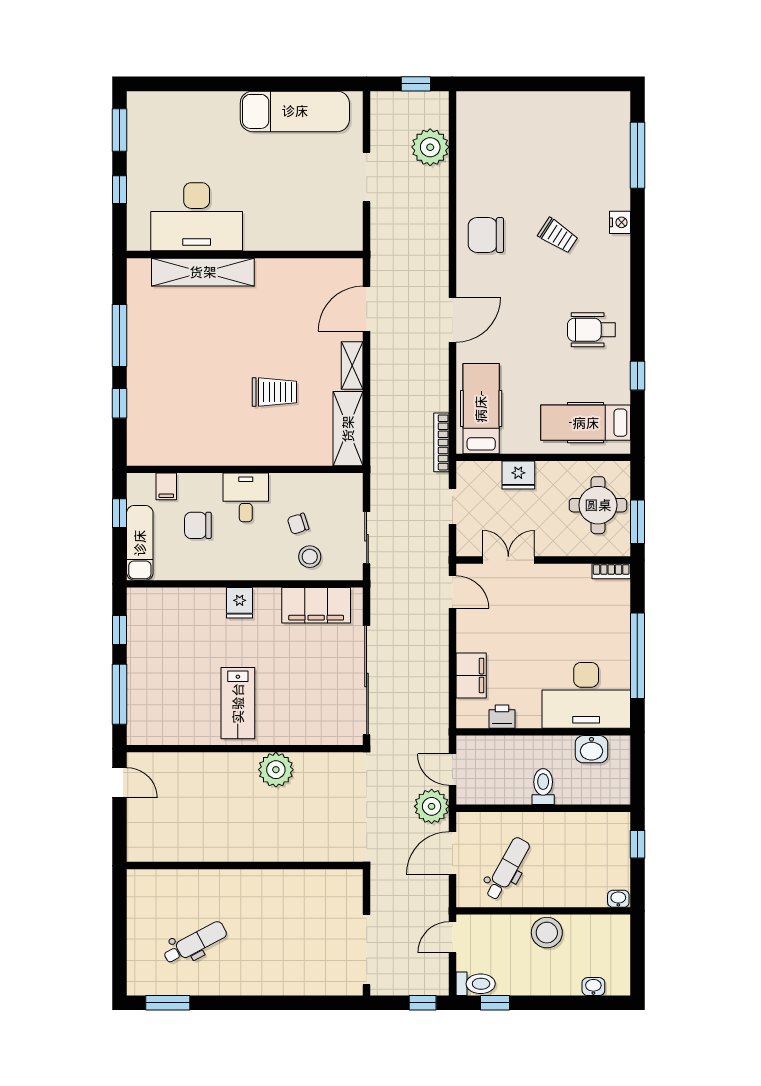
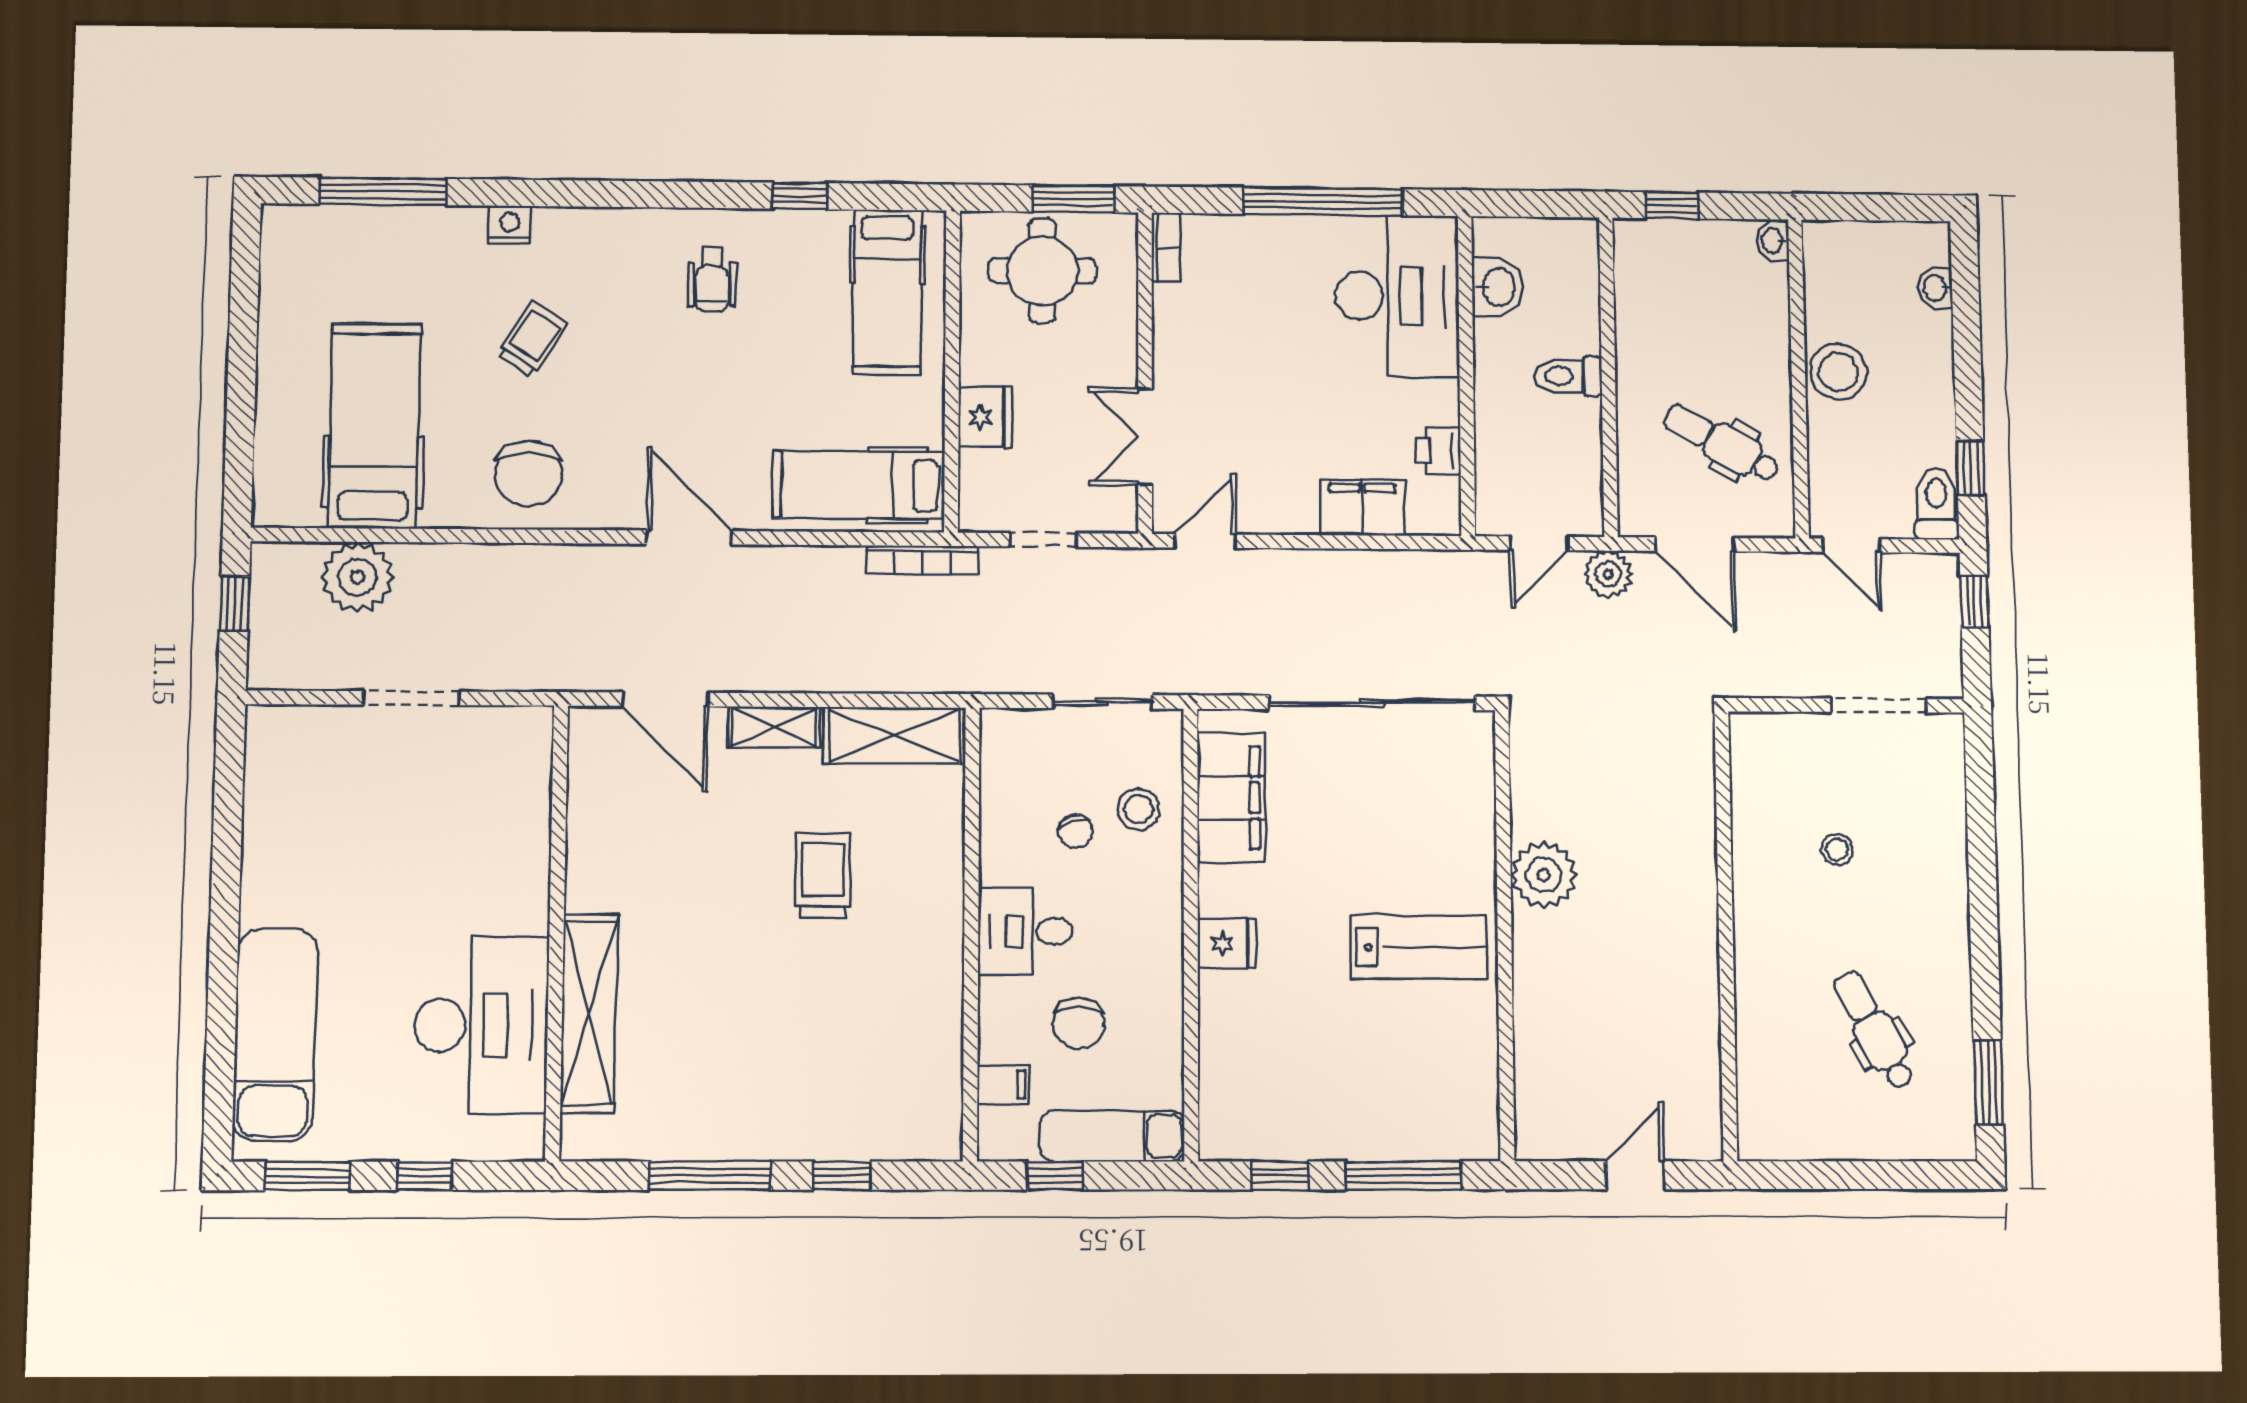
exam couch: (295, 111) -> (275, 1034), moved
hospital bed: (511, 154) -> (375, 426), added
wheelchair: (591, 330) -> (712, 279), width x0.73, depth x0.73
door: (119, 783) -> (1635, 1175), moved
plant: (432, 806) -> (1608, 574), width x0.73, depth x0.73
stool: (290, 926) -> (1837, 850), added
doorway: (367, 950) -> (1879, 705), width x0.73

